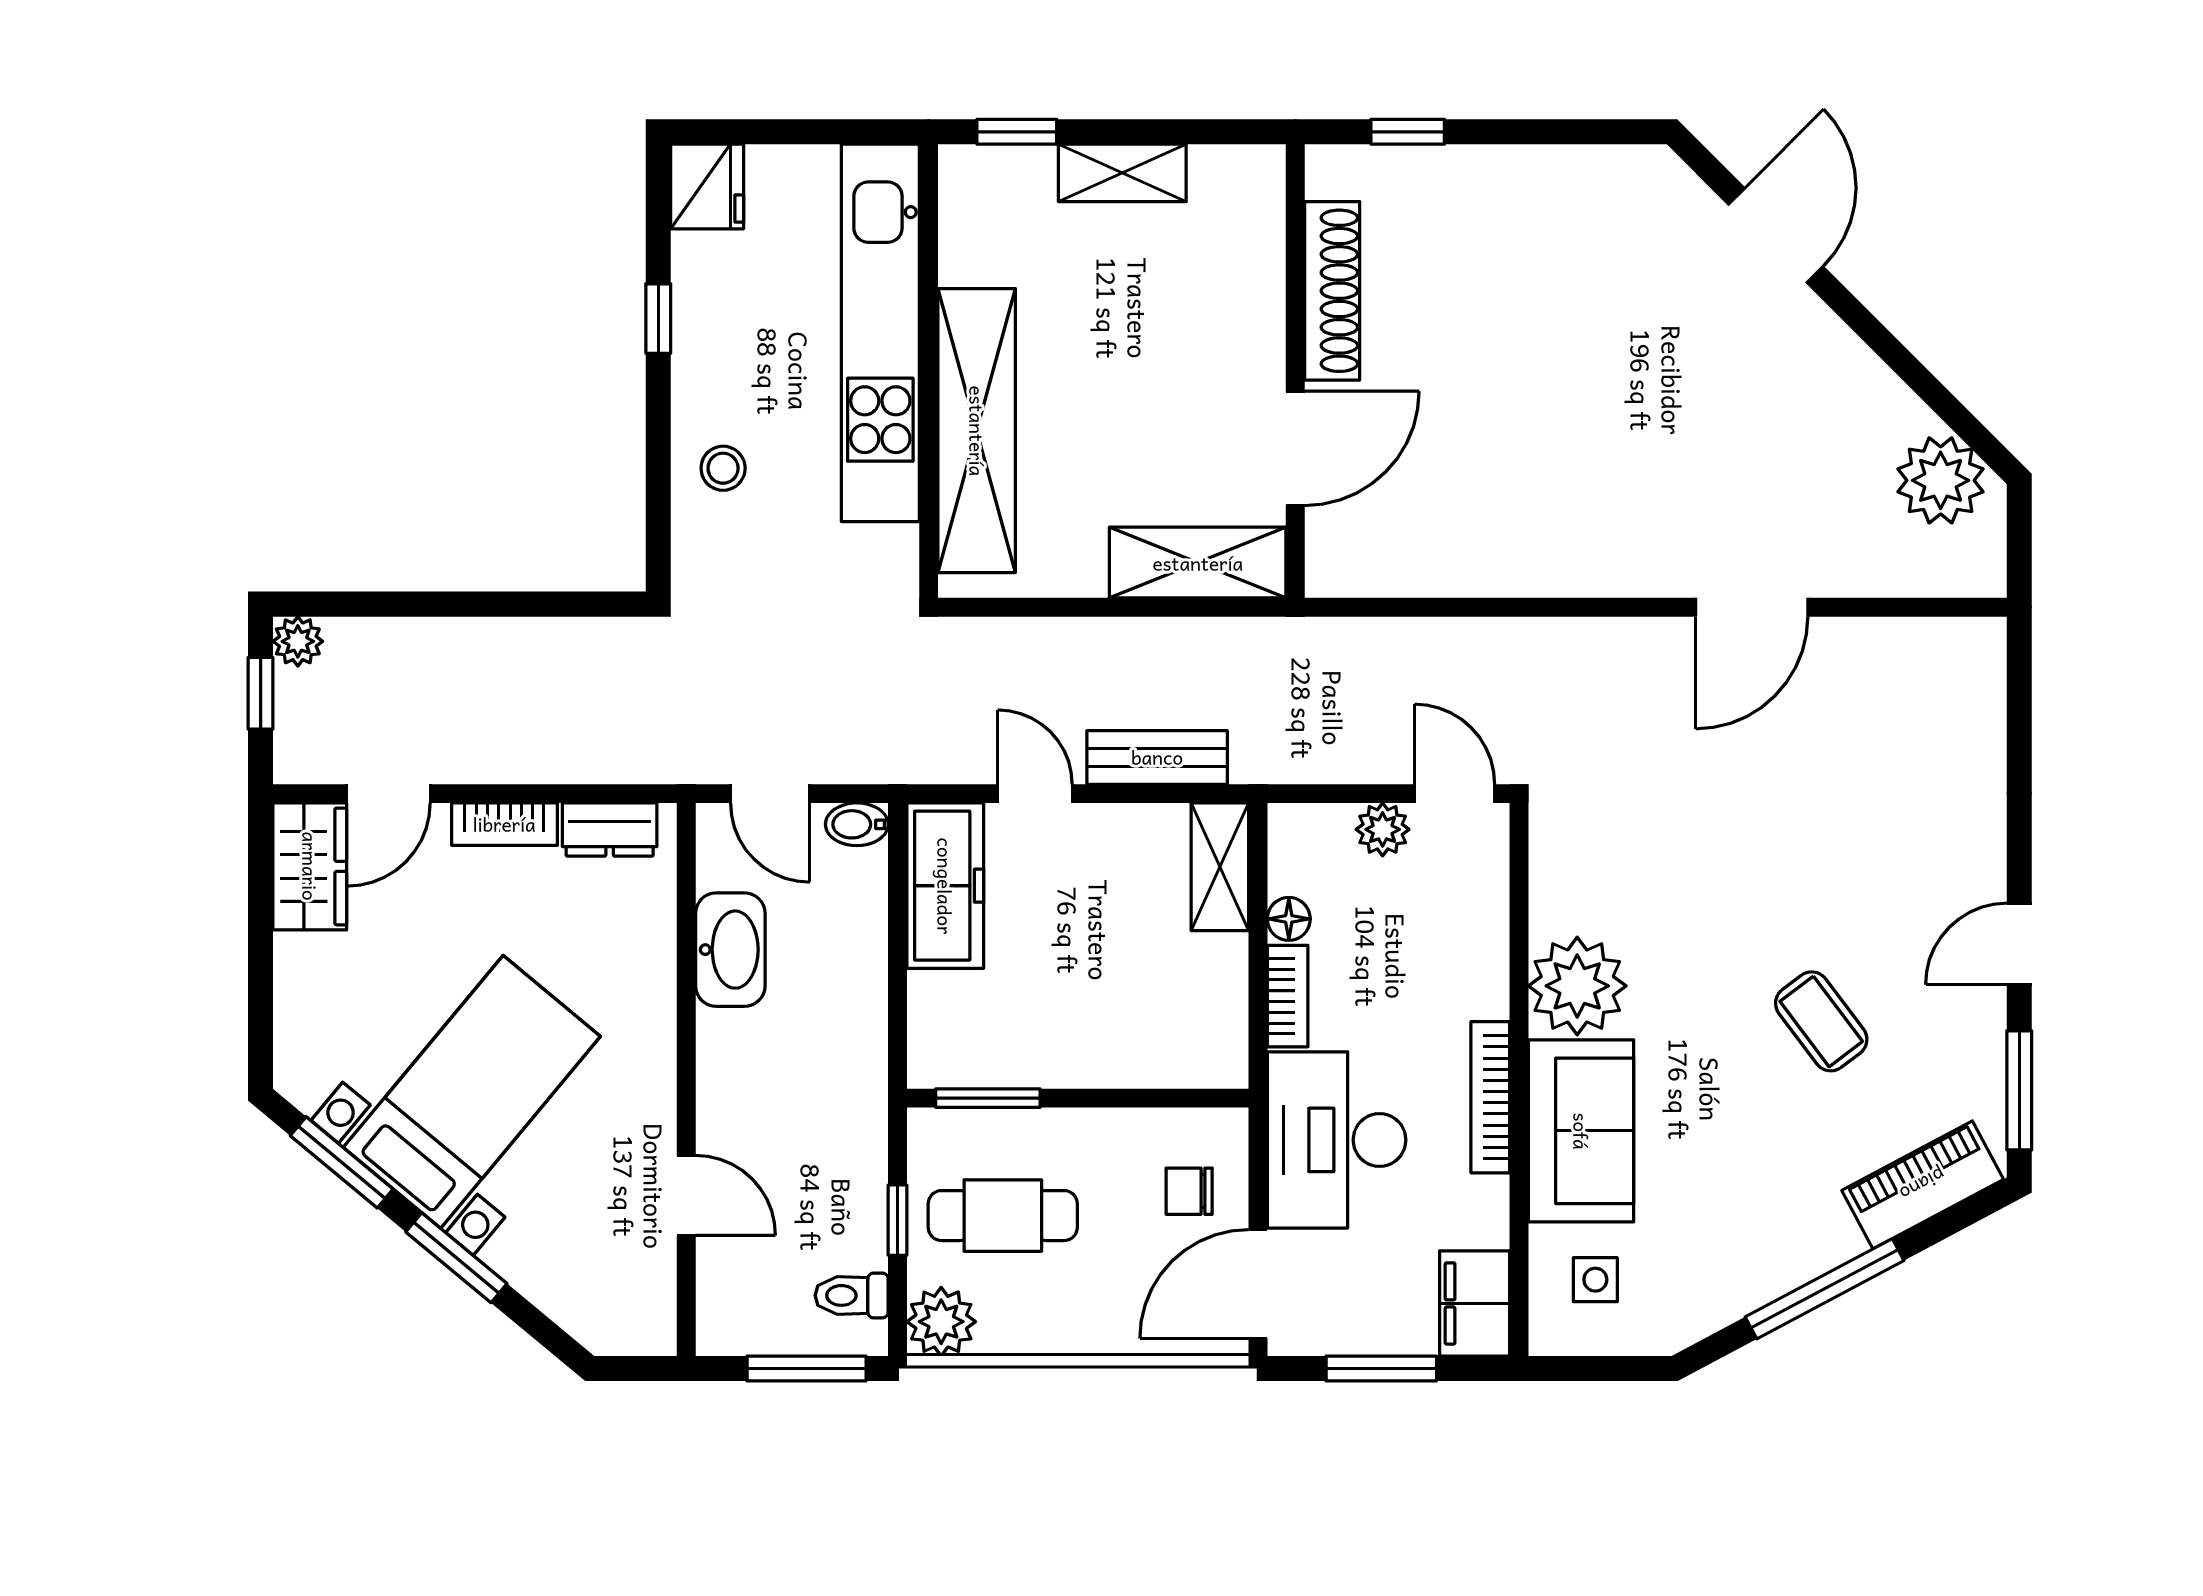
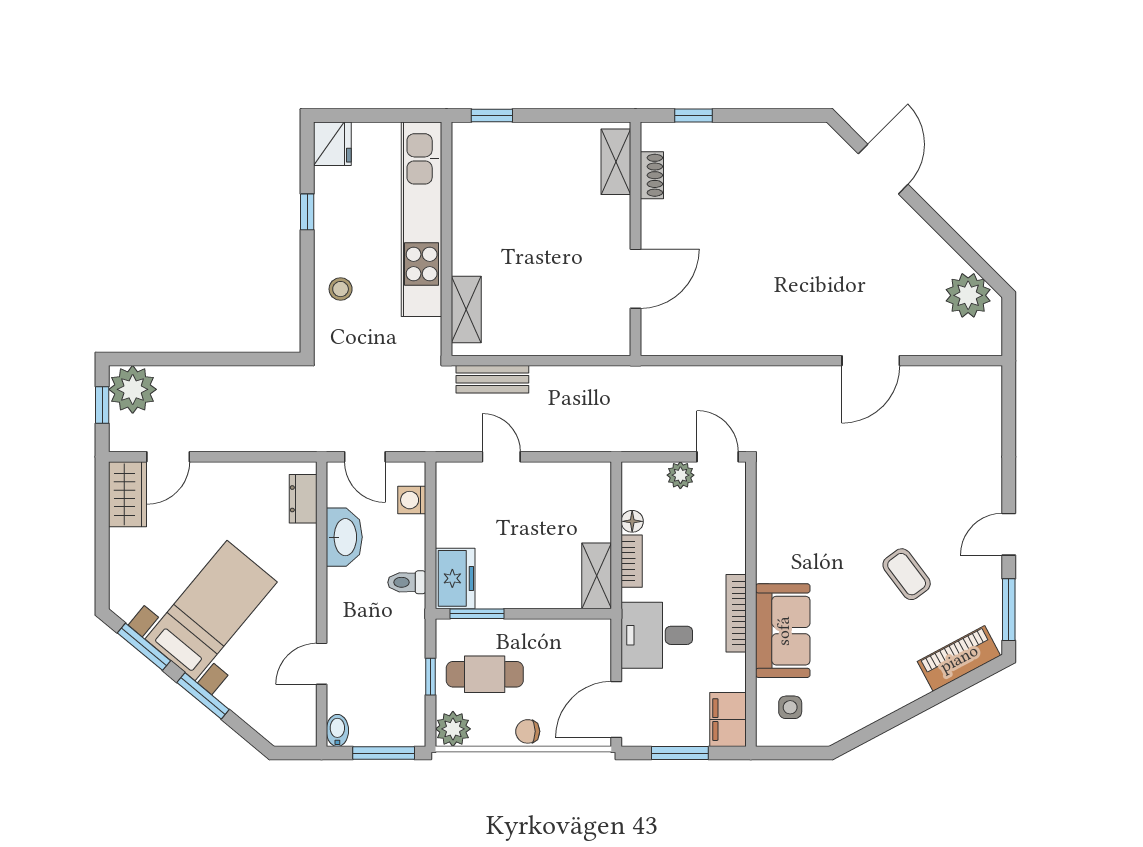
shelving: (1122, 173) -> (616, 162), moved, turned 90
shoe rack: (1332, 291) -> (652, 175), width x0.51, depth x0.81
shelving: (977, 431) -> (466, 310), width x0.45, depth x0.75
shelving: (1198, 563) -> (585, 338), removed
plant: (298, 641) -> (133, 389), width x1.88, depth x1.88
bench: (1157, 757) -> (492, 379), moved
bookcase: (504, 824) -> (228, 472), removed
bidet: (857, 824) -> (337, 730), moved, turned 90
dresser: (610, 830) -> (303, 499), moved, turned 90
shelving: (1220, 867) -> (597, 576), moved
washing machine: (861, 878) -> (412, 500), added
freezer: (945, 886) -> (455, 578), moved, width x0.71
plant: (1577, 986) -> (781, 556), removed
desk: (1337, 1140) -> (657, 635), width x0.73
chair: (1189, 1191) -> (528, 731), moved
door: (686, 1195) -> (322, 664), swing flipped
window: (1825, 1289) -> (908, 712), removed
toilet: (852, 1295) -> (407, 582), moved

